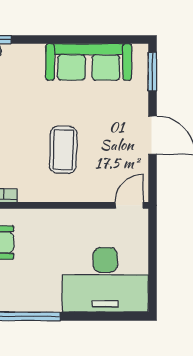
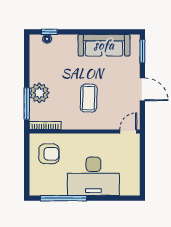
desk: (105, 280) -> (93, 176), moved

